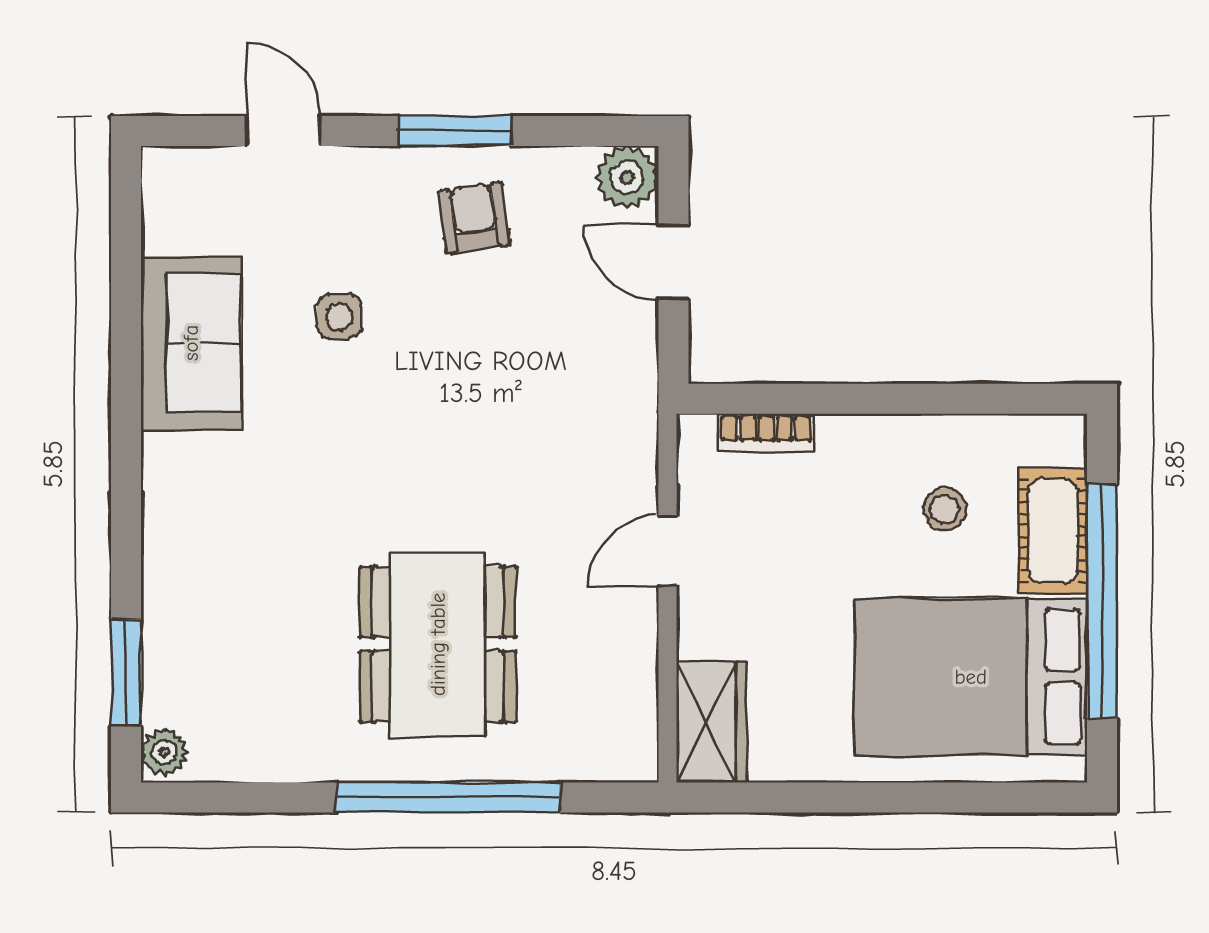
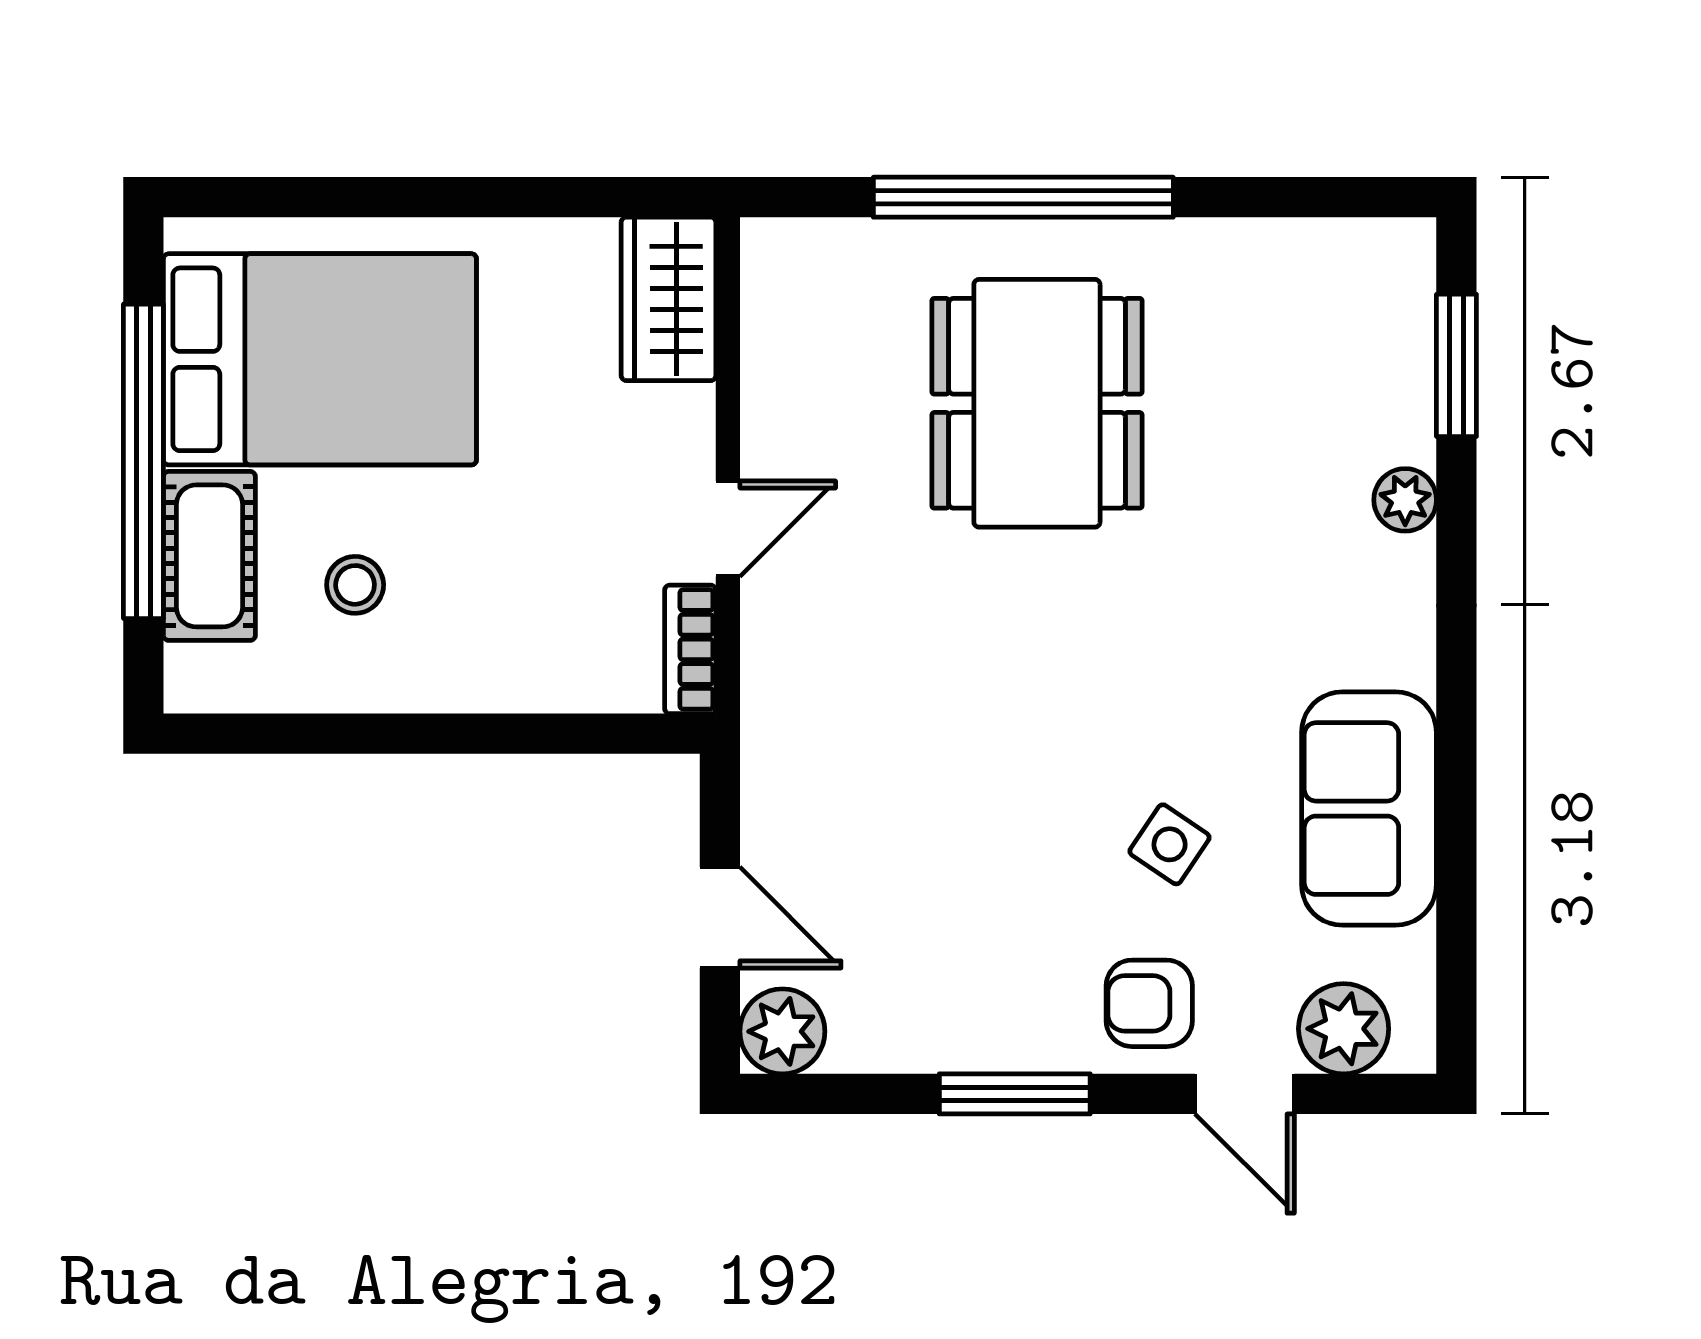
plant: (210, 179) -> (1344, 1029), added
armchair: (474, 218) -> (1149, 1003), moved, turned 98
side table: (339, 316) -> (1170, 844), turned 34
bookcase: (766, 433) -> (690, 649), moved, turned -90
plant: (164, 752) -> (1405, 500), moved

